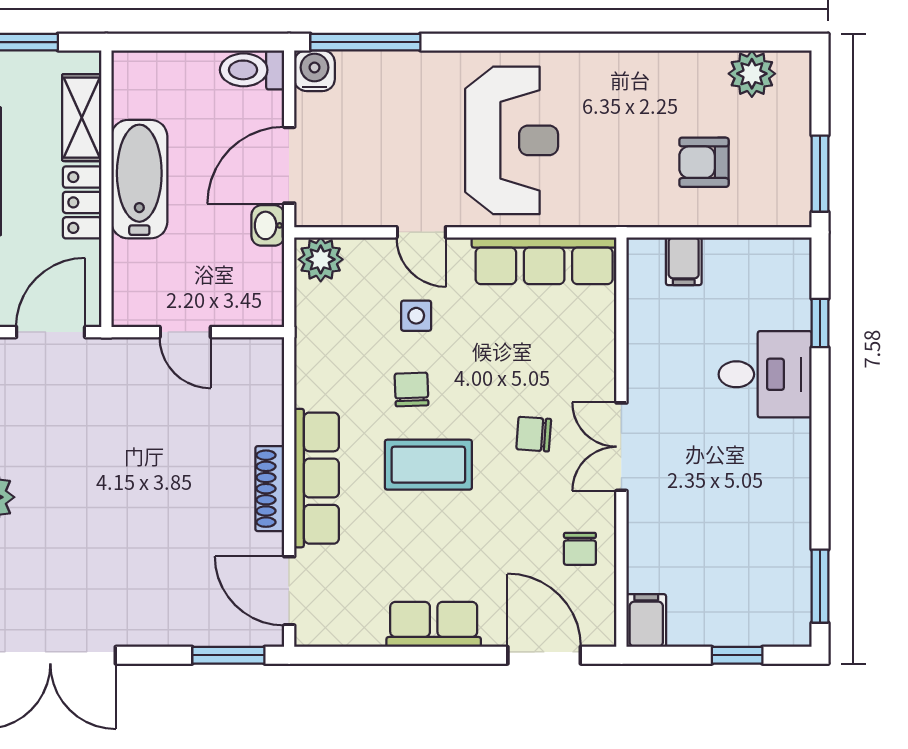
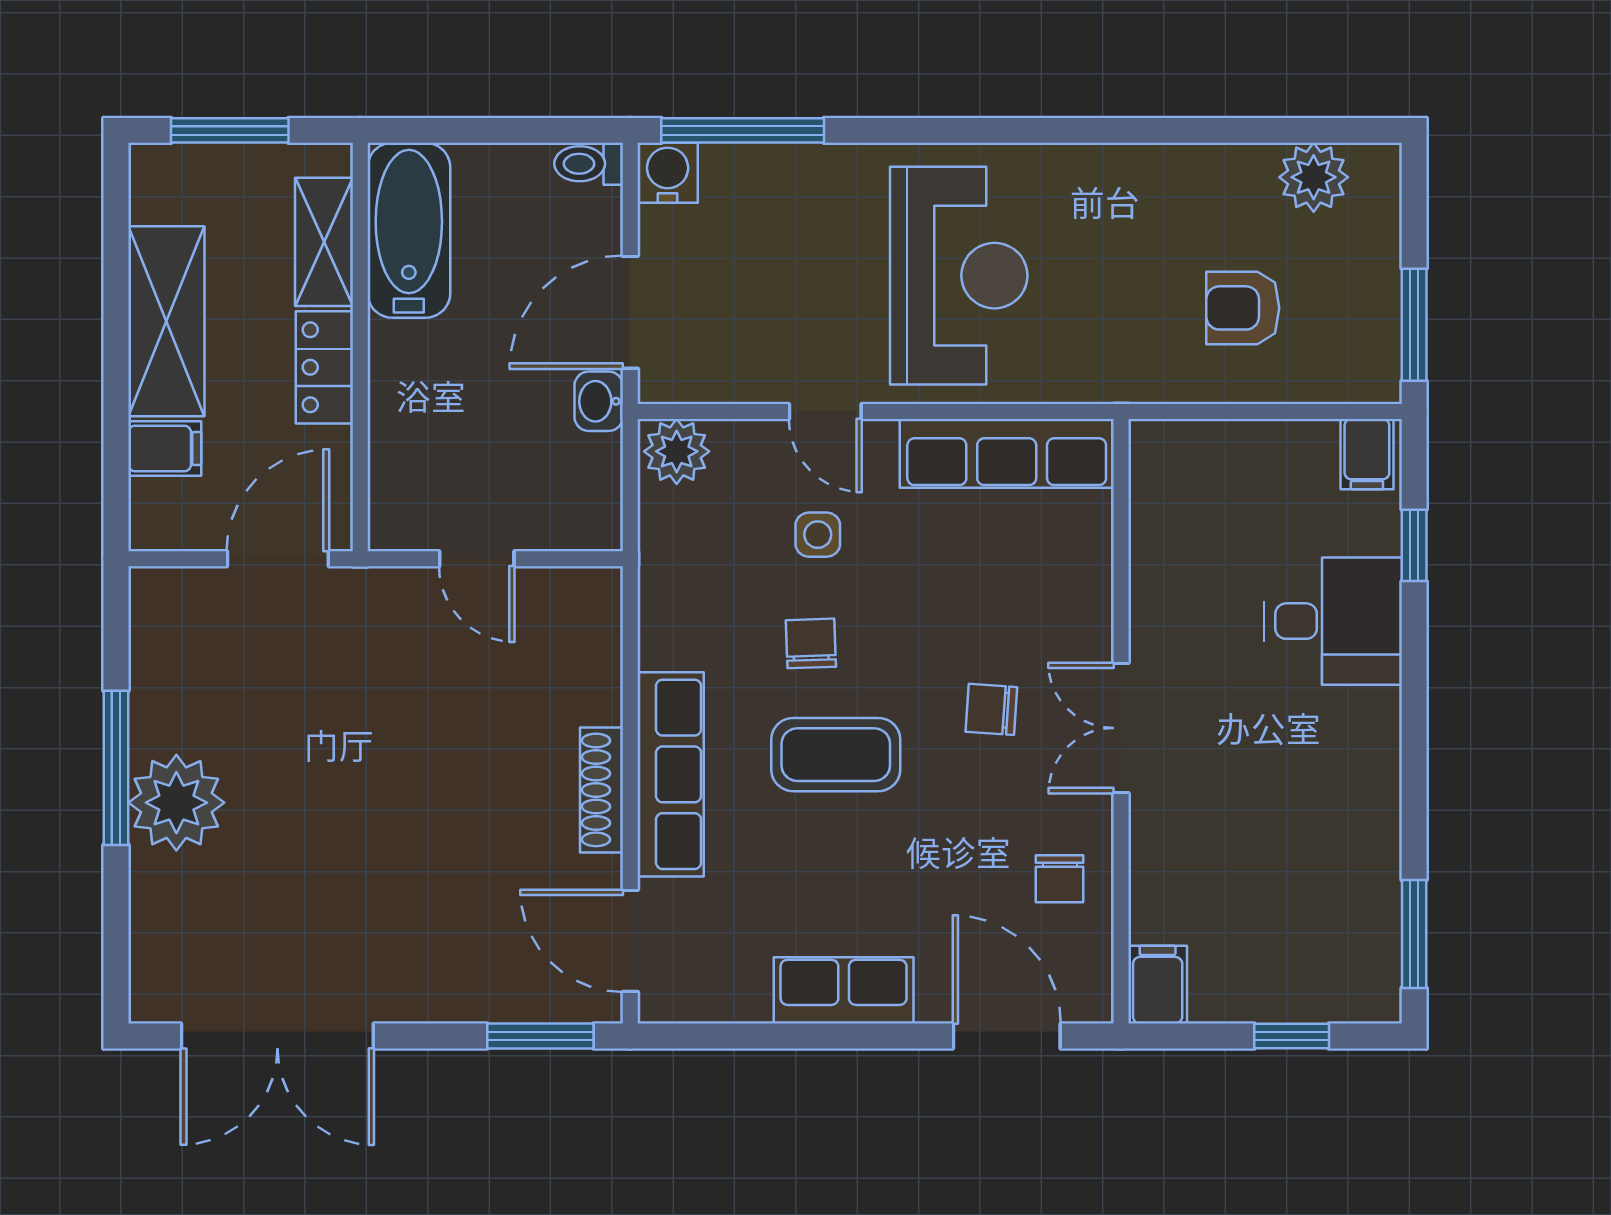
toilet: (252, 70) -> (589, 164), width x0.73, depth x0.72
bathtub: (139, 179) -> (409, 230), moved
filing cabinet: (684, 261) -> (1367, 454), moved

